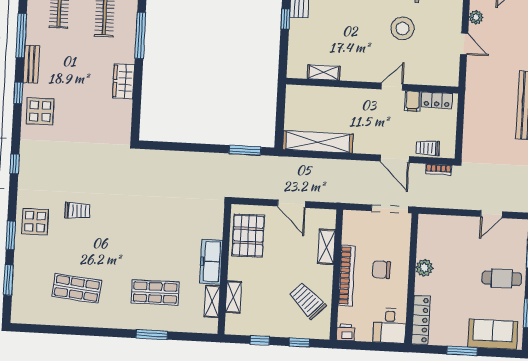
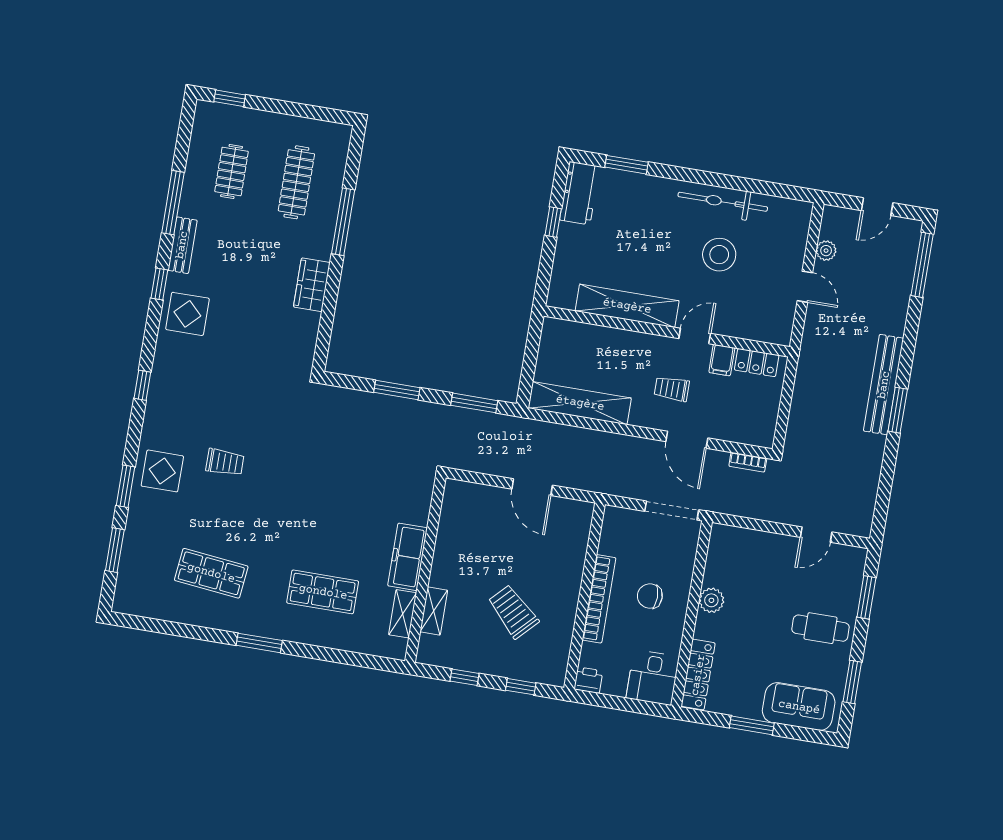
shelving: (324, 73) -> (627, 306), width x2.20, depth x1.33
window: (191, 147) -> (397, 390), added
trolley: (428, 148) -> (672, 389), moved
pallet: (248, 236) -> (465, 526), removed
shelving: (327, 247) -> (575, 554), removed
trolley: (307, 301) -> (513, 612), moved
window: (152, 335) -> (259, 643), moved

